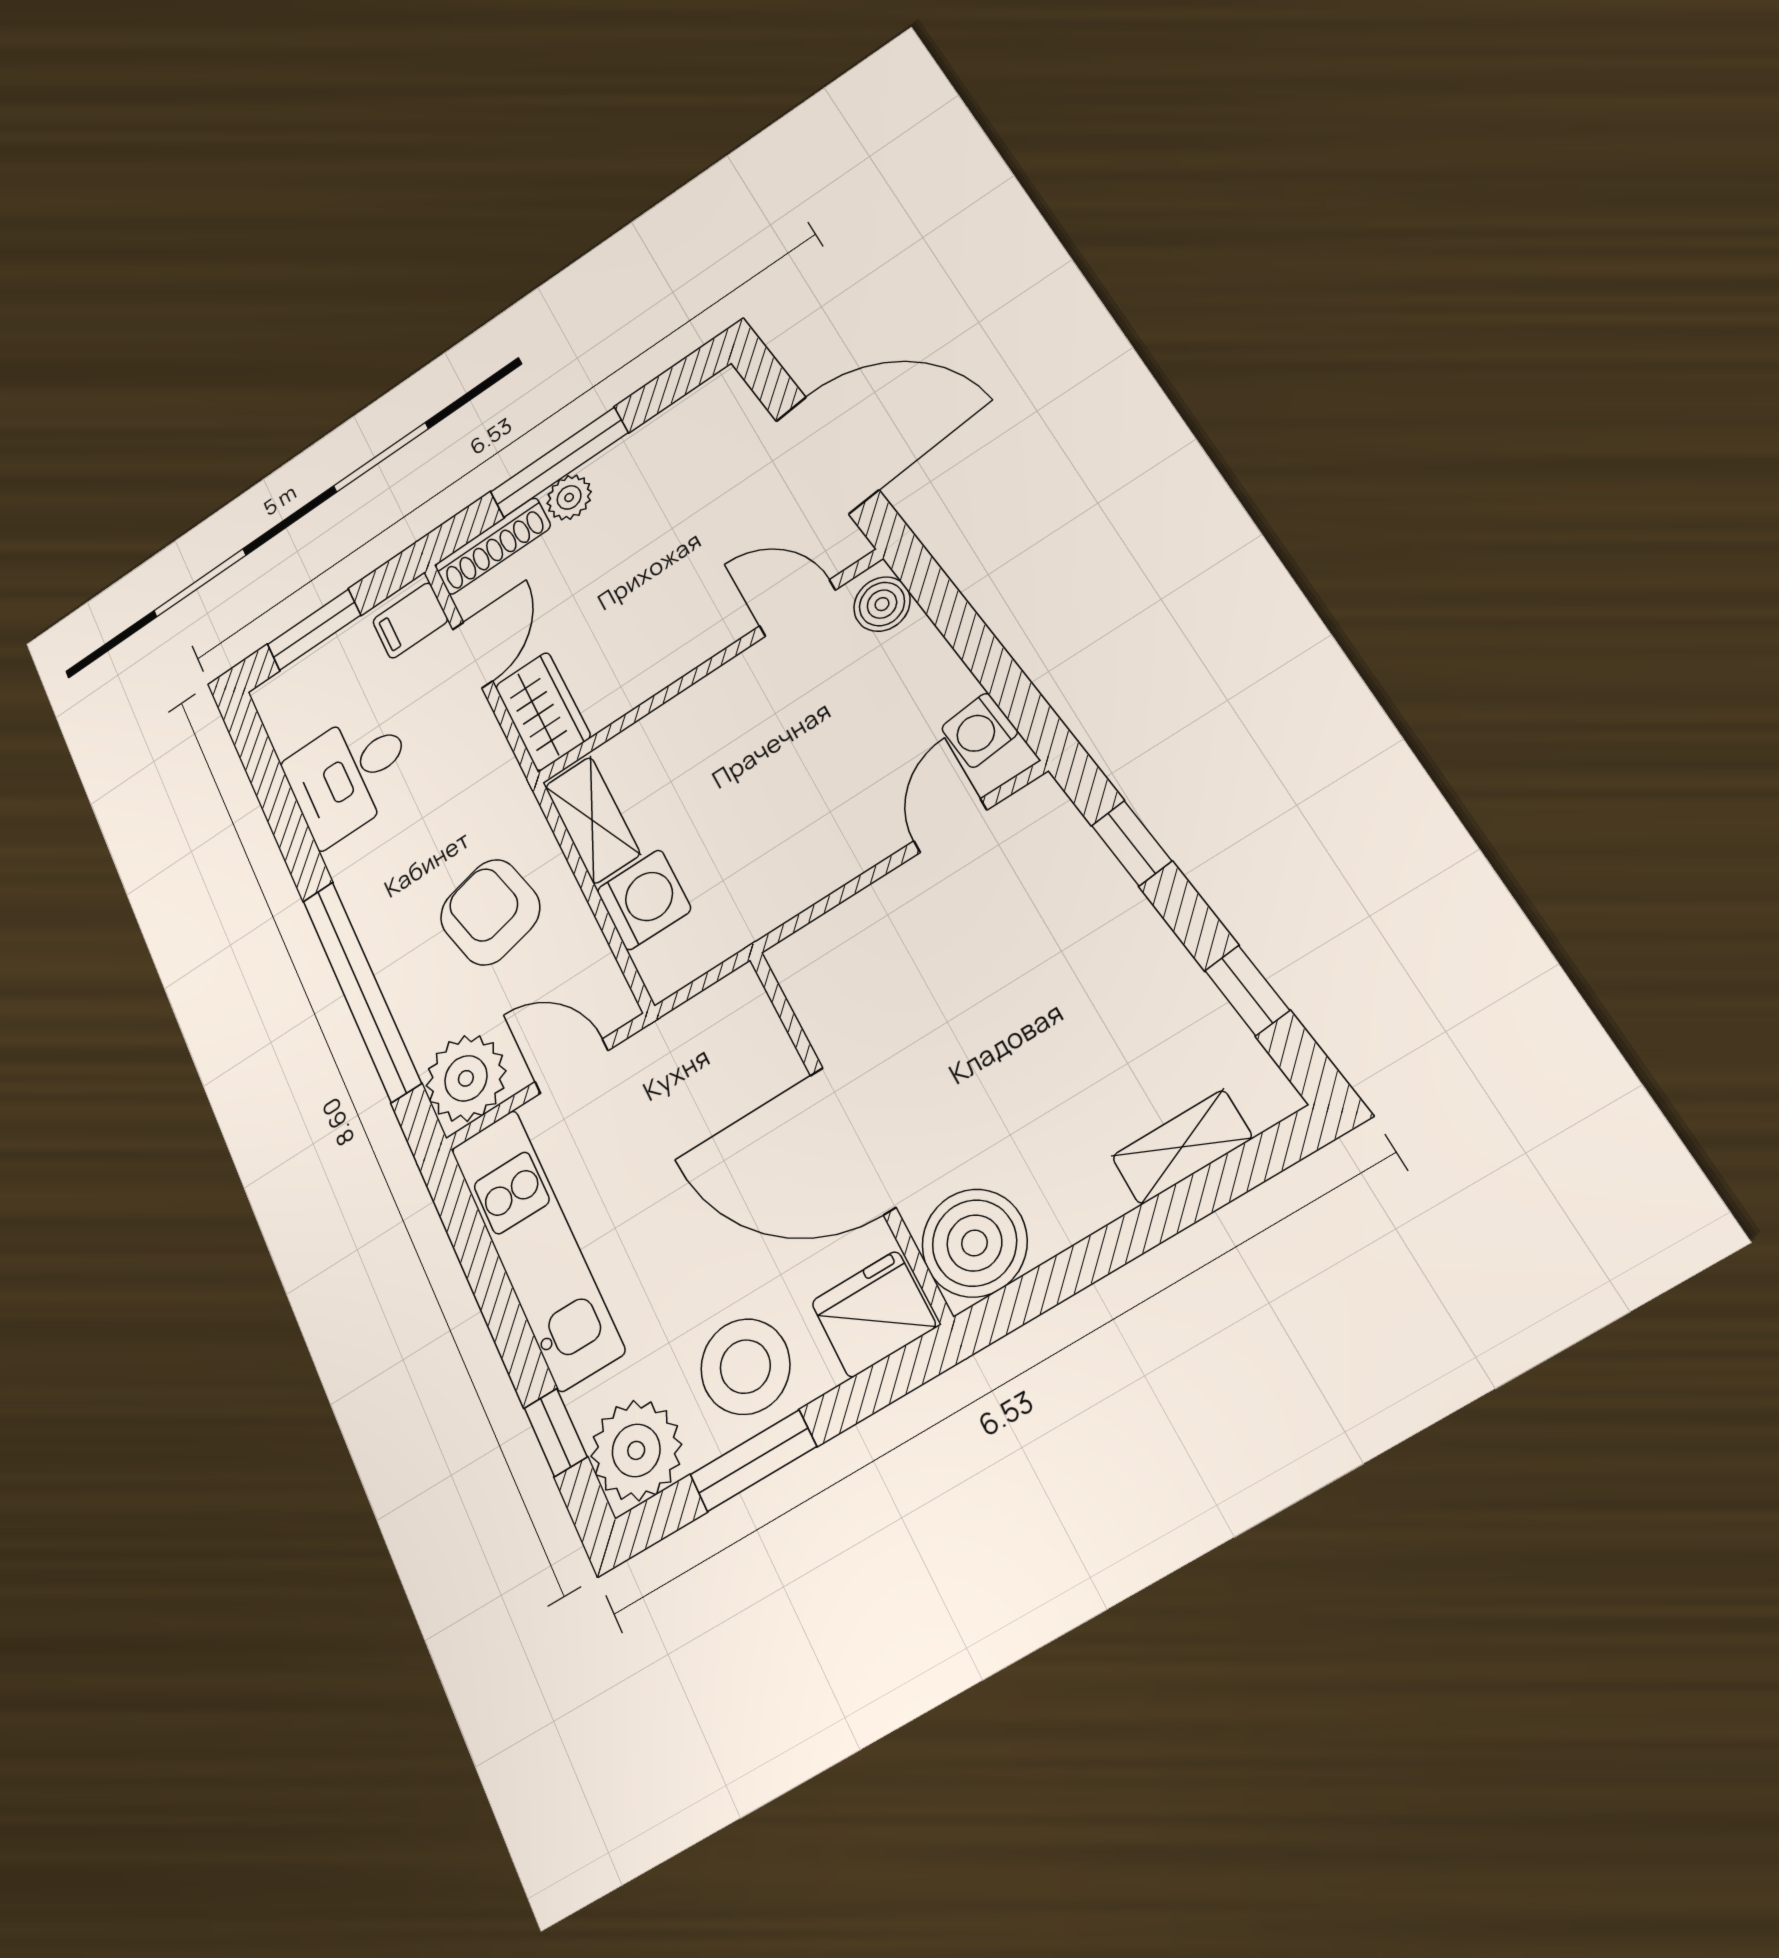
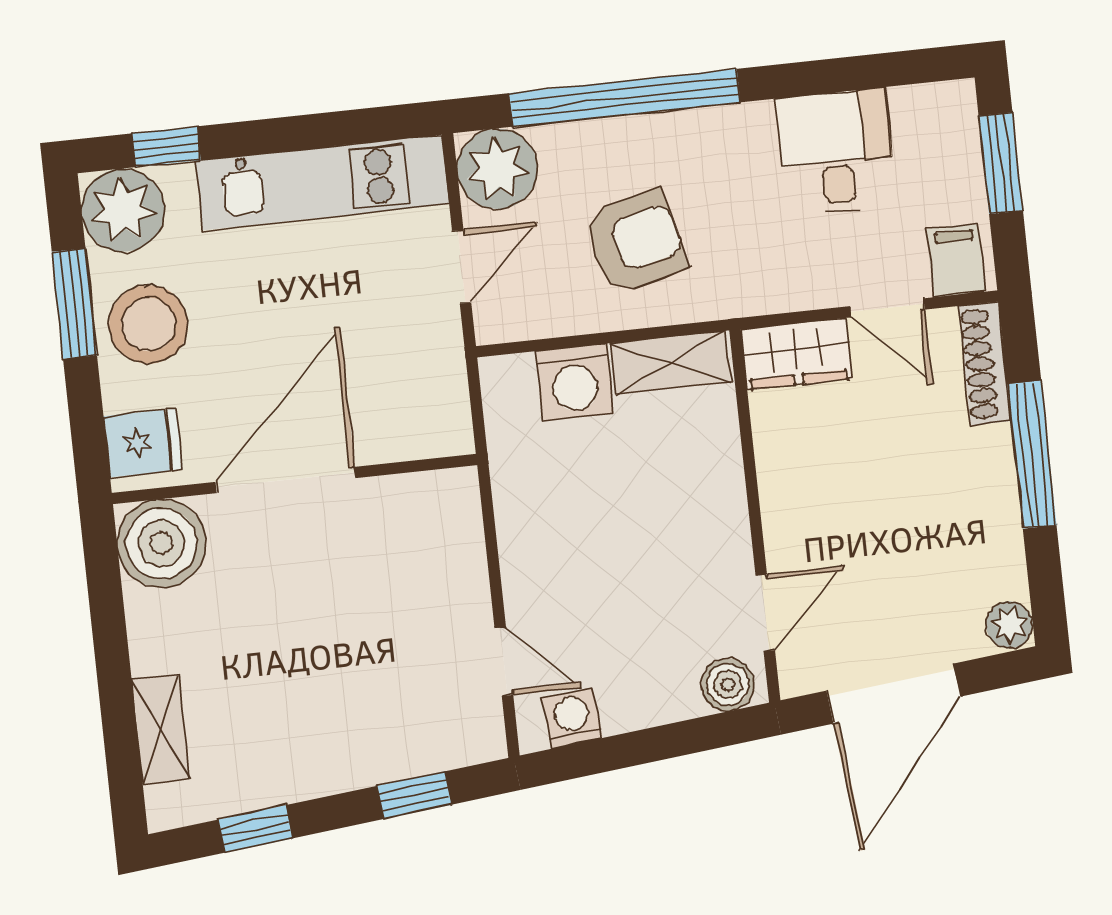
plant: (569, 497) -> (1009, 625), moved
fridge: (874, 1314) -> (143, 443), width x0.72

